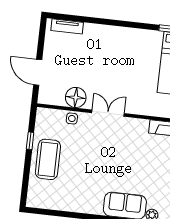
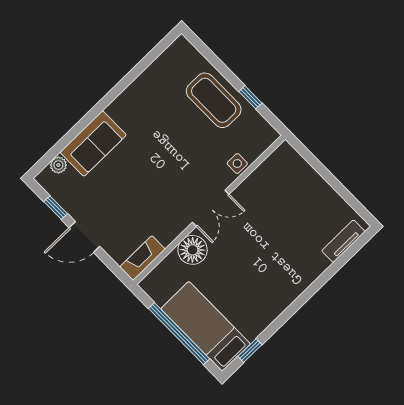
door: (38, 72) -> (319, 167), removed
floor lamp: (76, 97) -> (193, 250), moved

